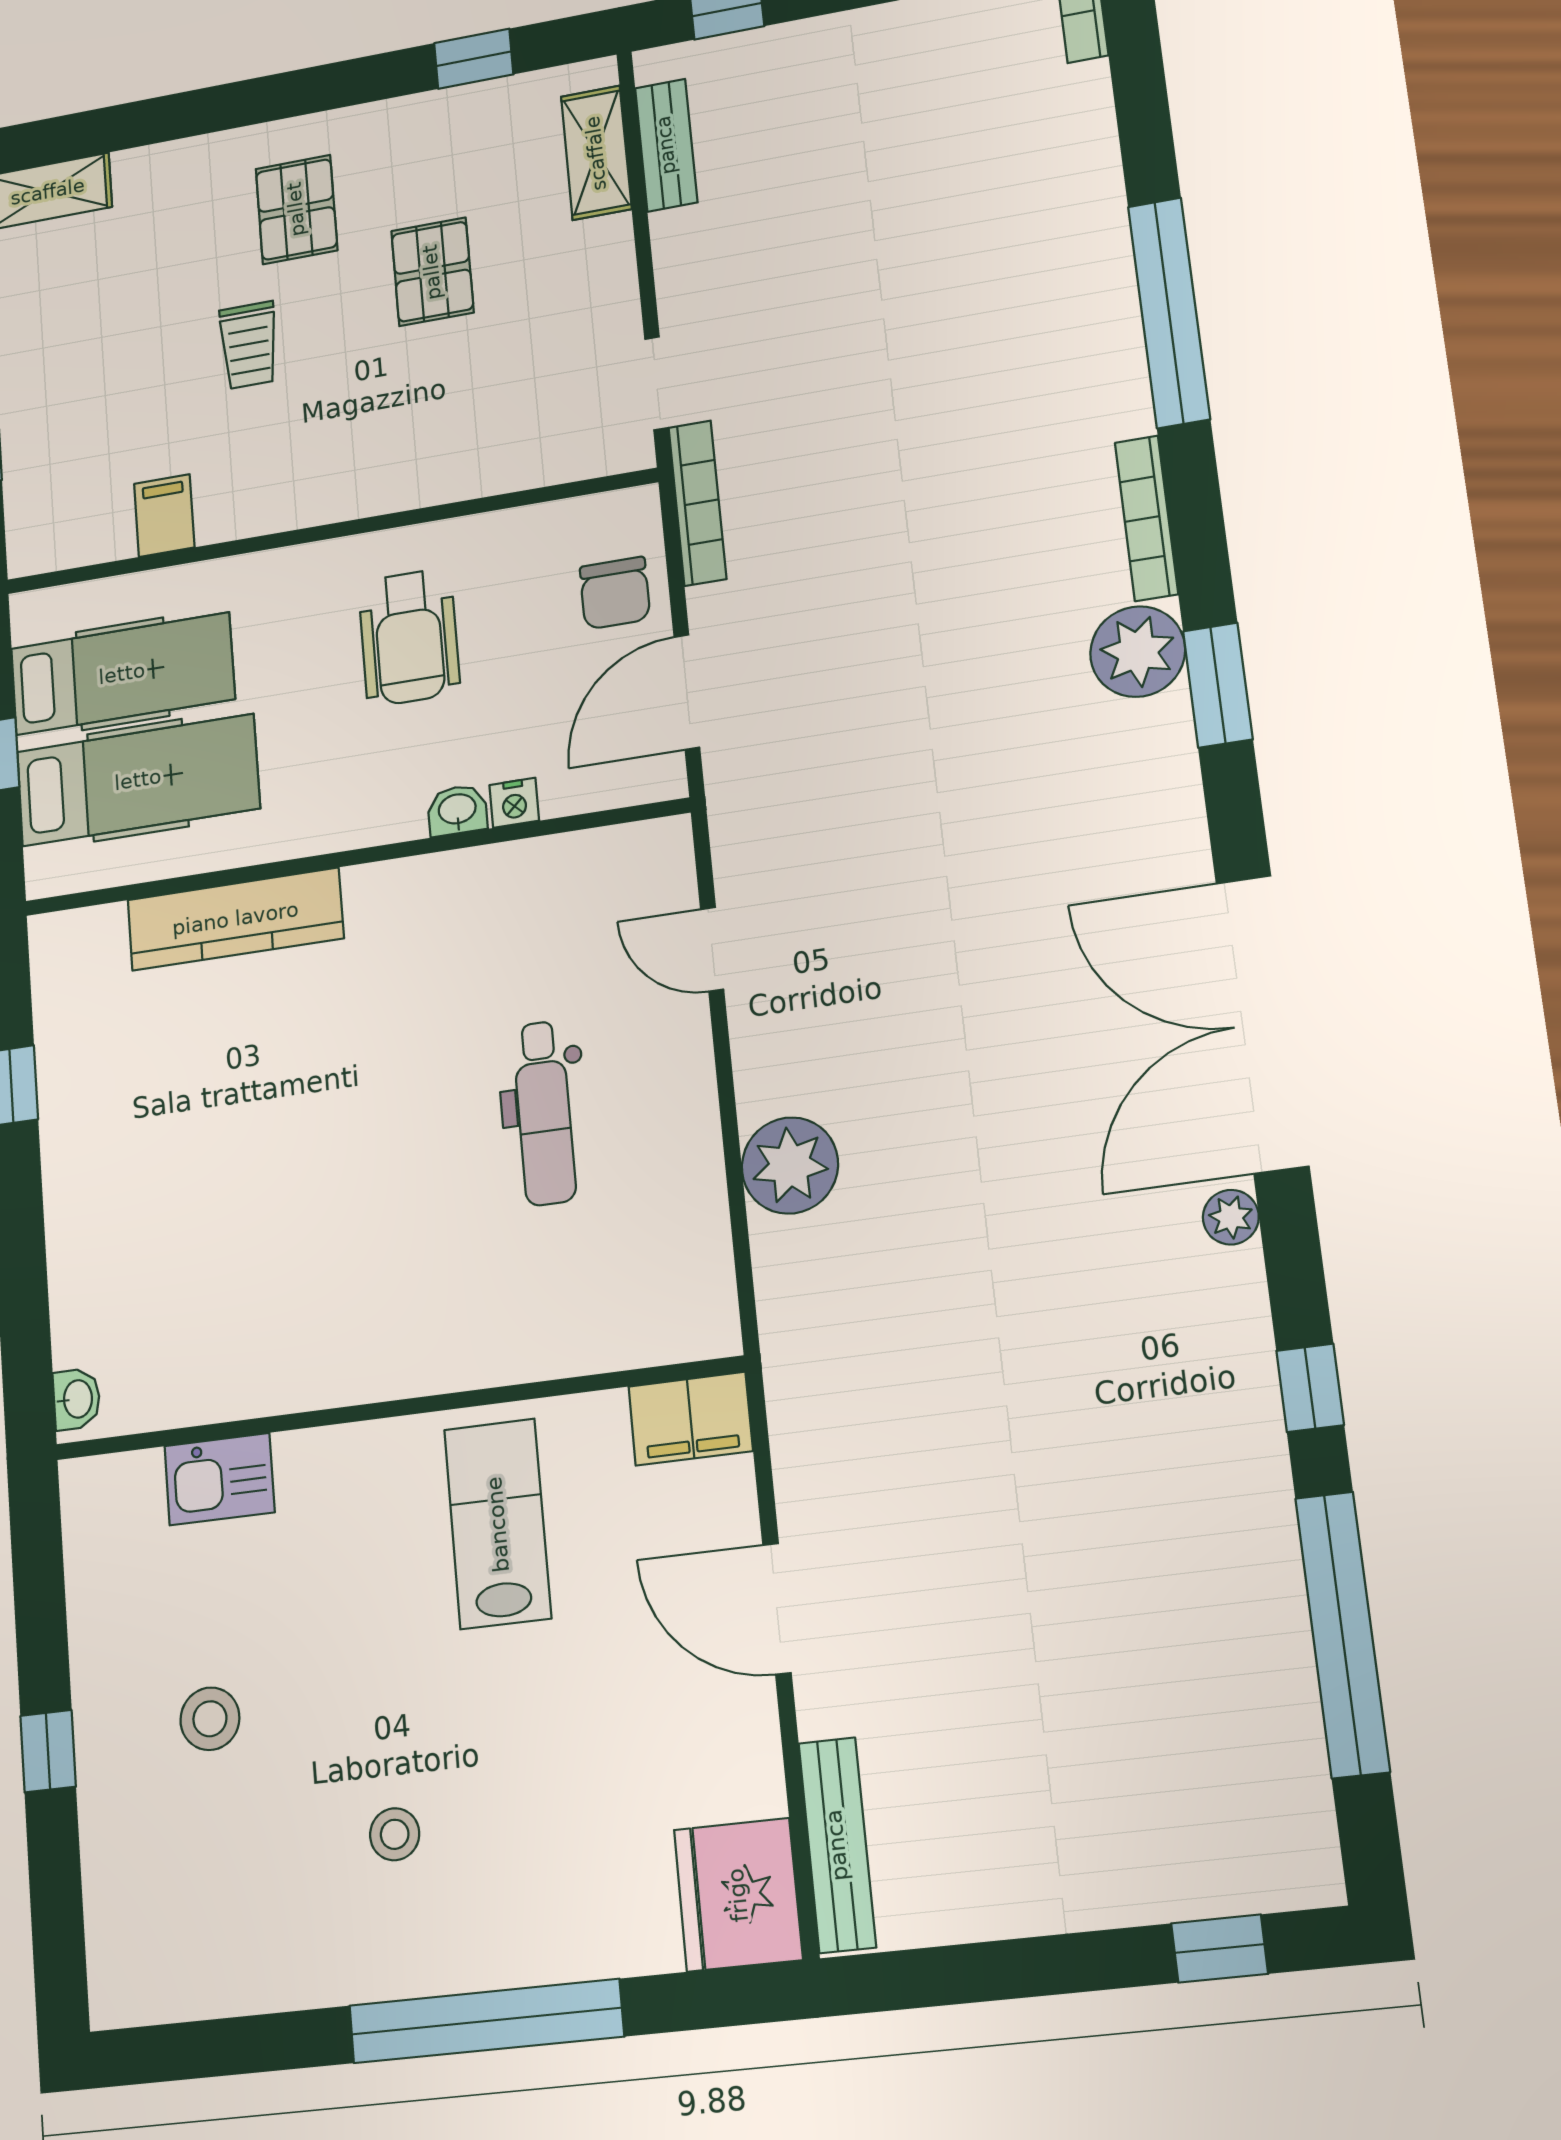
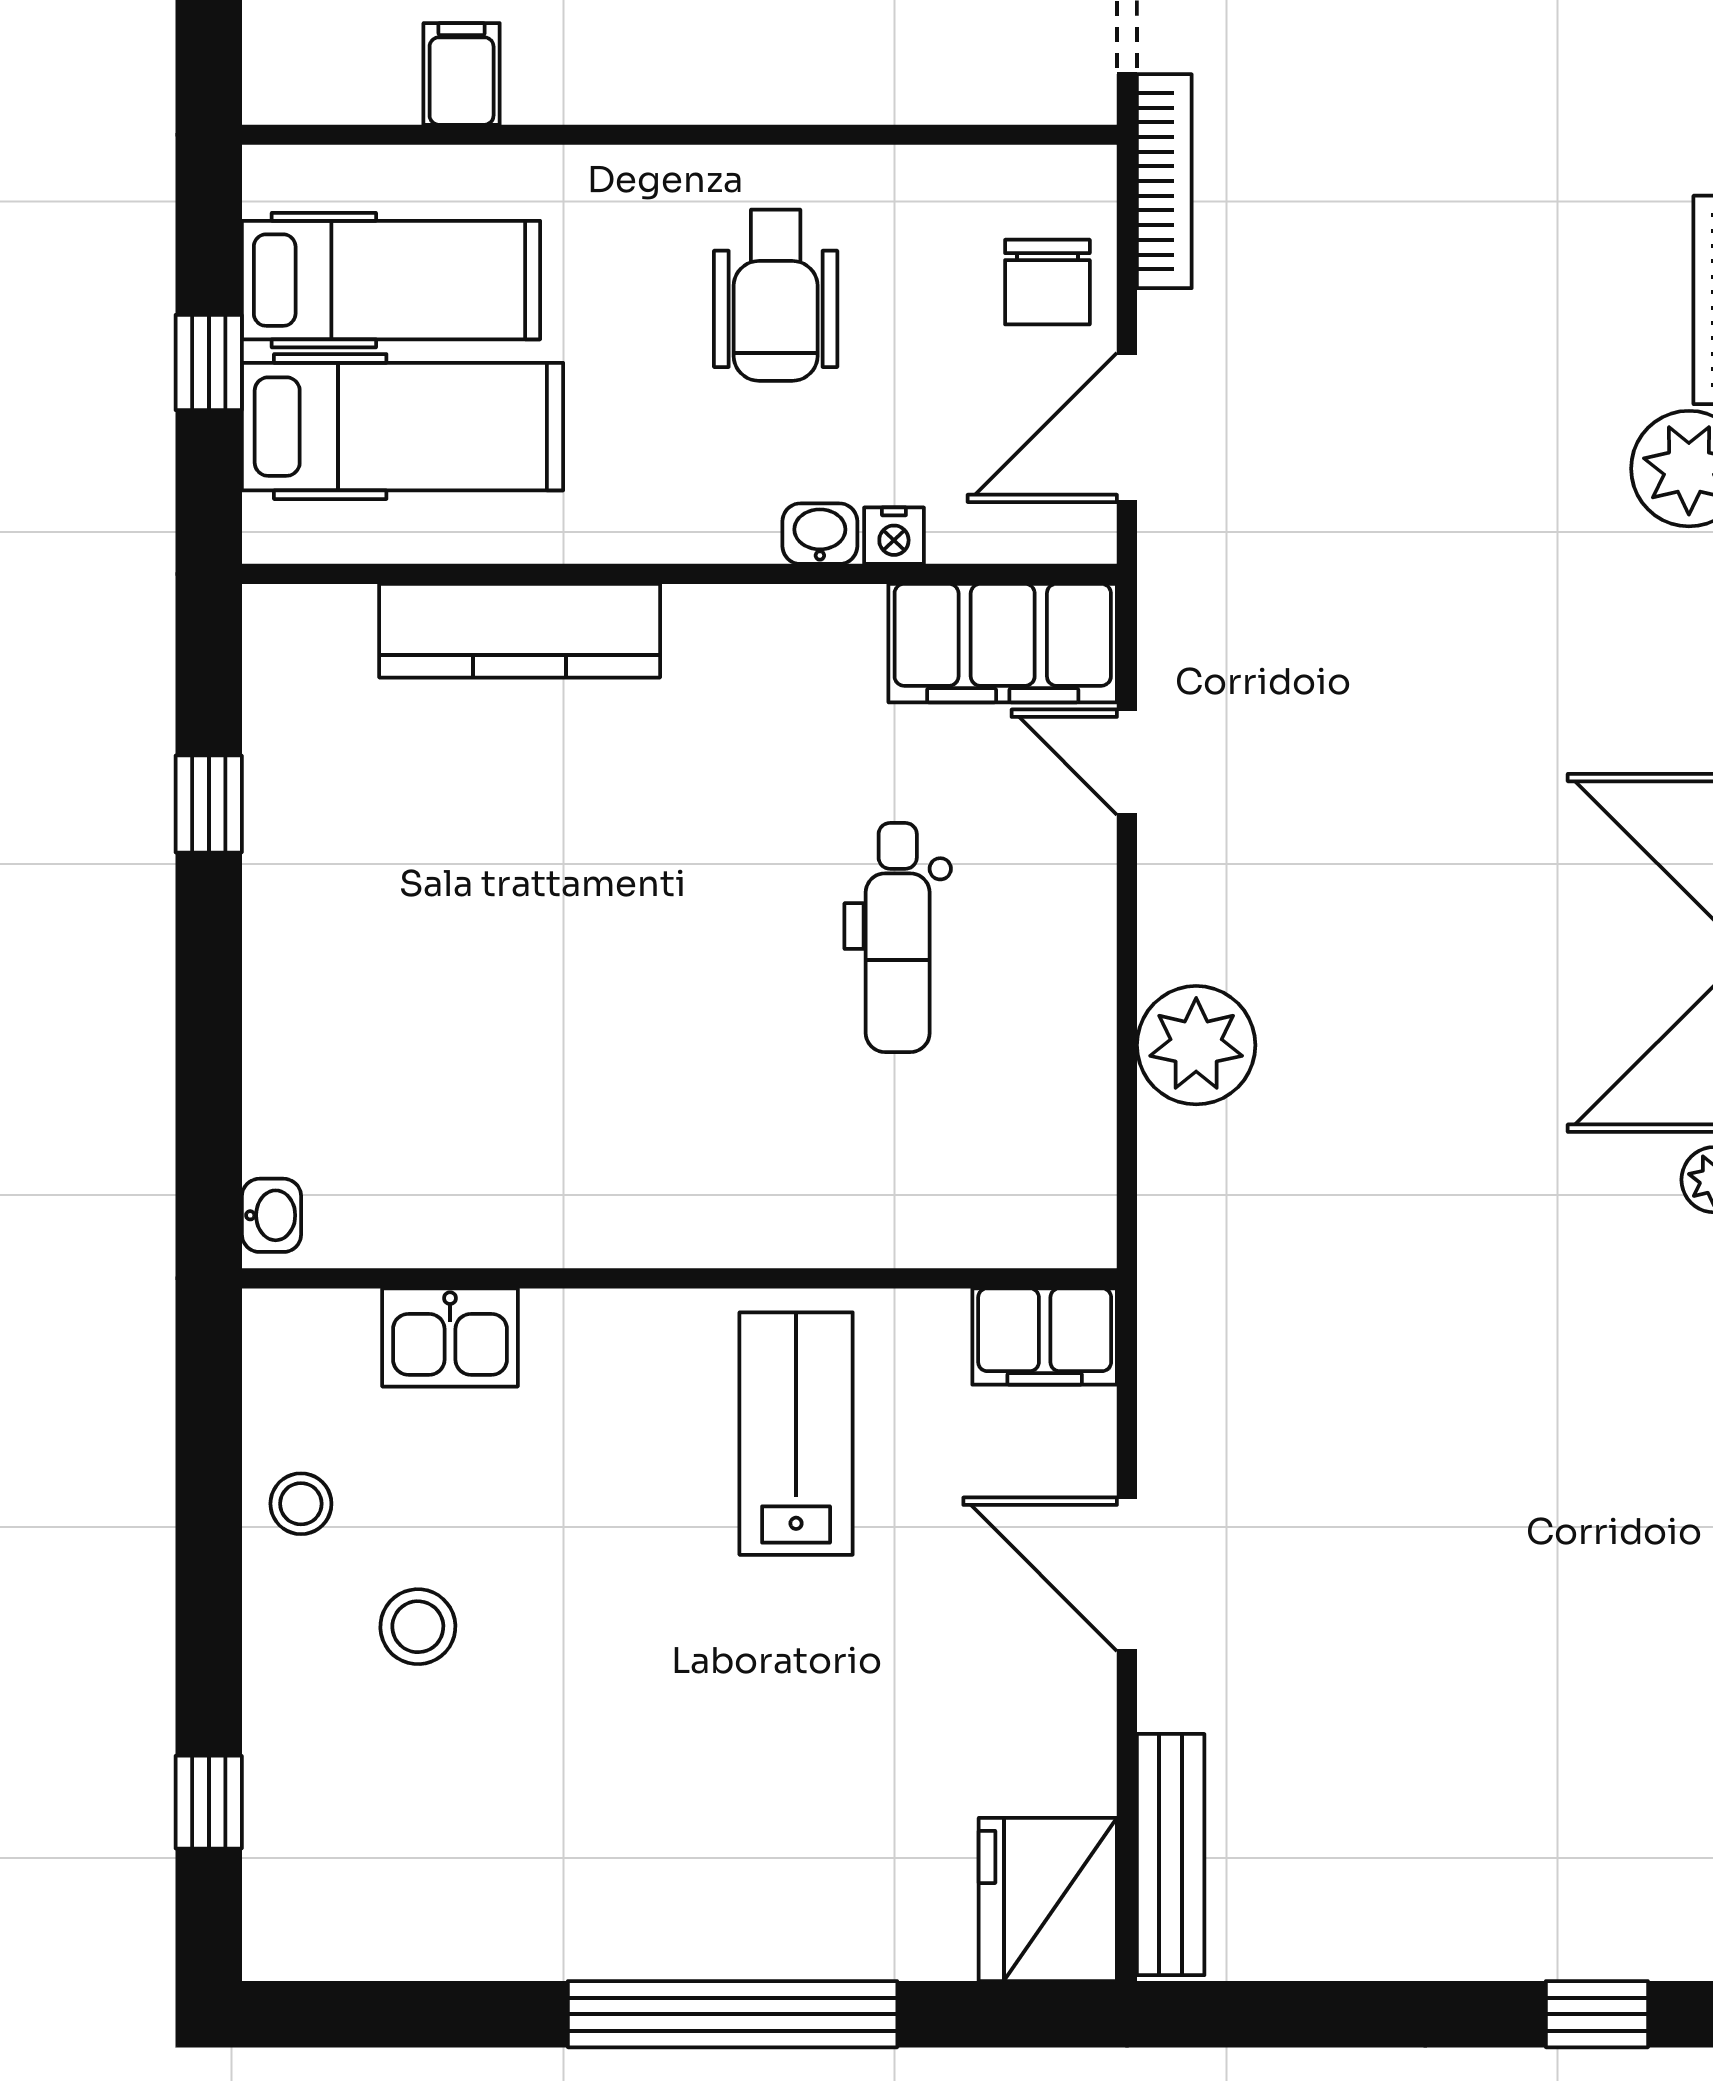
filing cabinet: (606, 872) -> (1003, 643), added
window: (48, 1751) -> (209, 1802), moved
stool: (395, 1834) -> (301, 1504), moved

